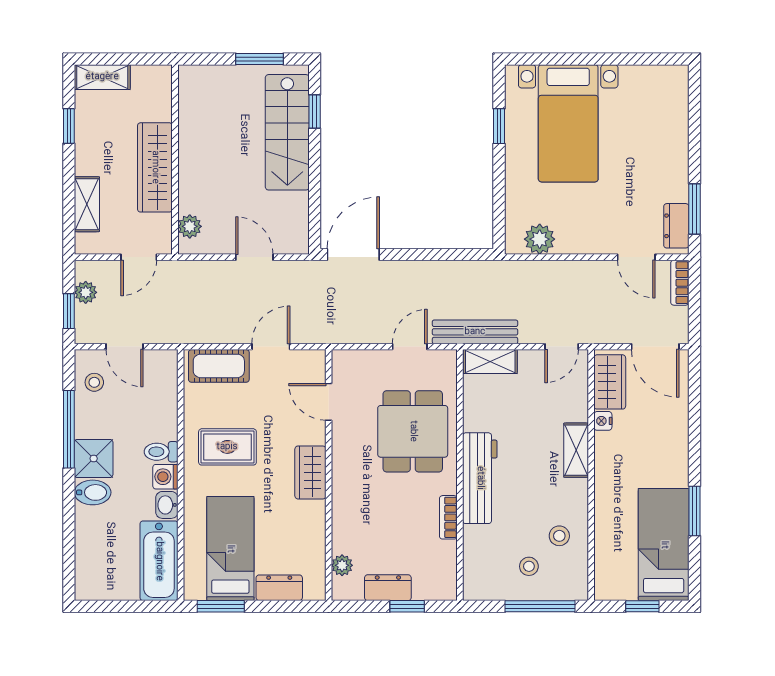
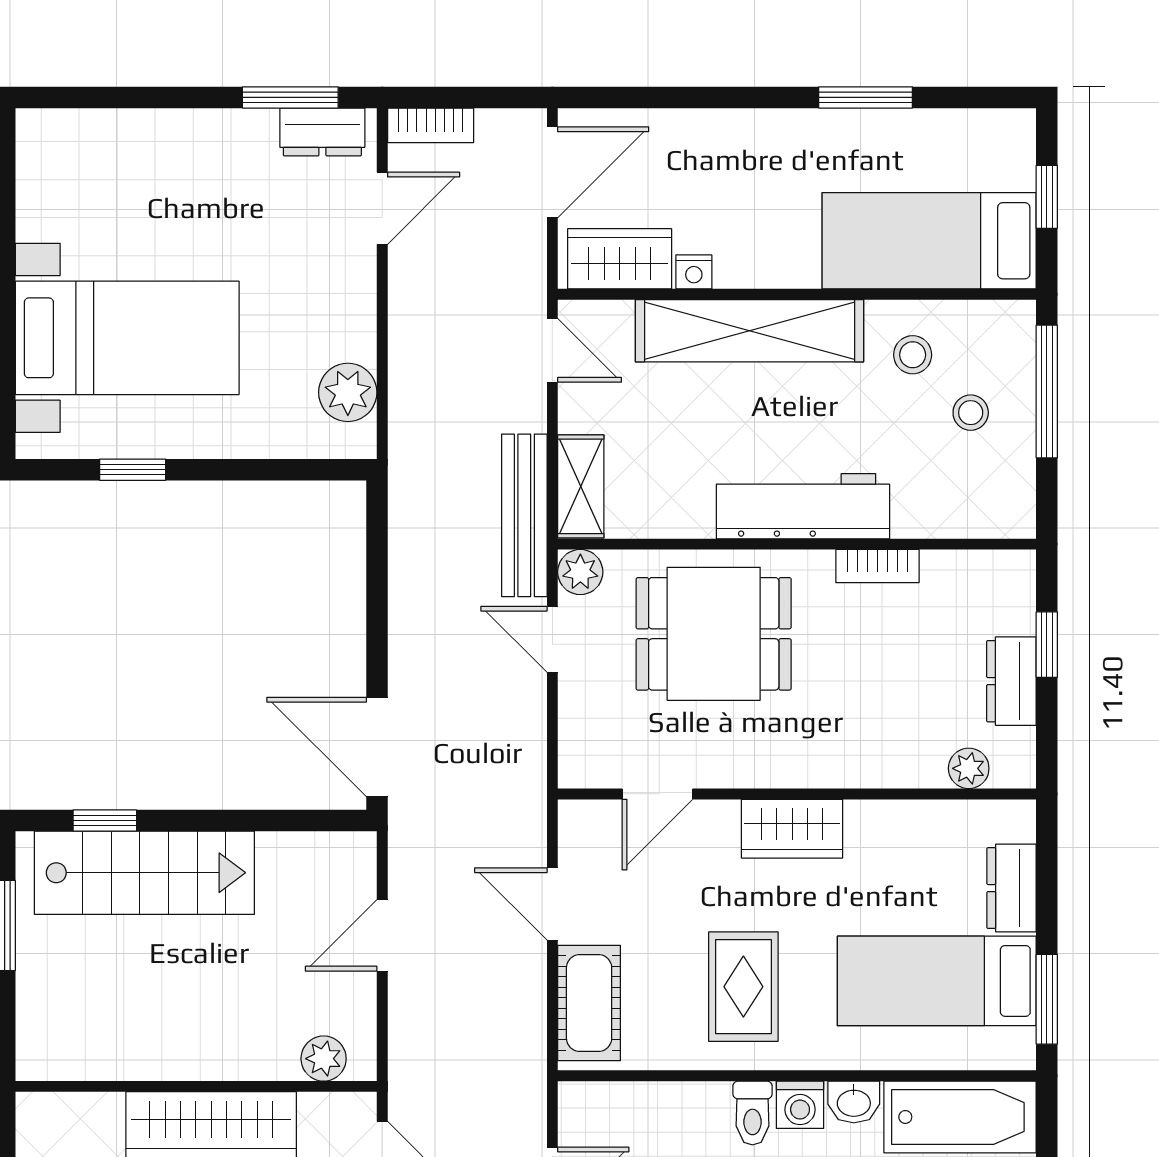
plant: (445, 361) -> (580, 572), added
shelving: (576, 450) -> (750, 331), width x2.20, depth x1.33
bed: (664, 545) -> (929, 241), moved

